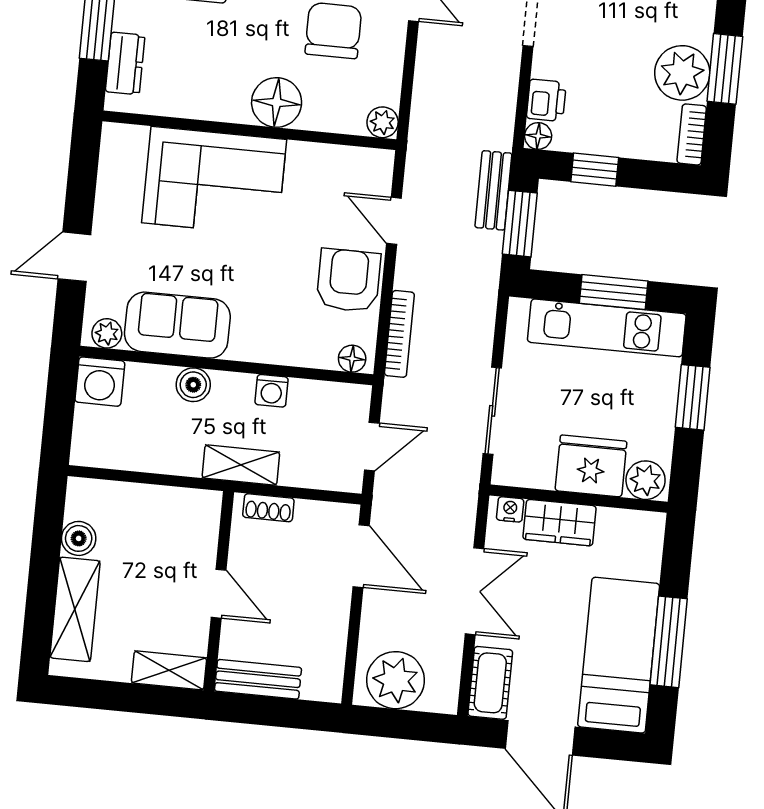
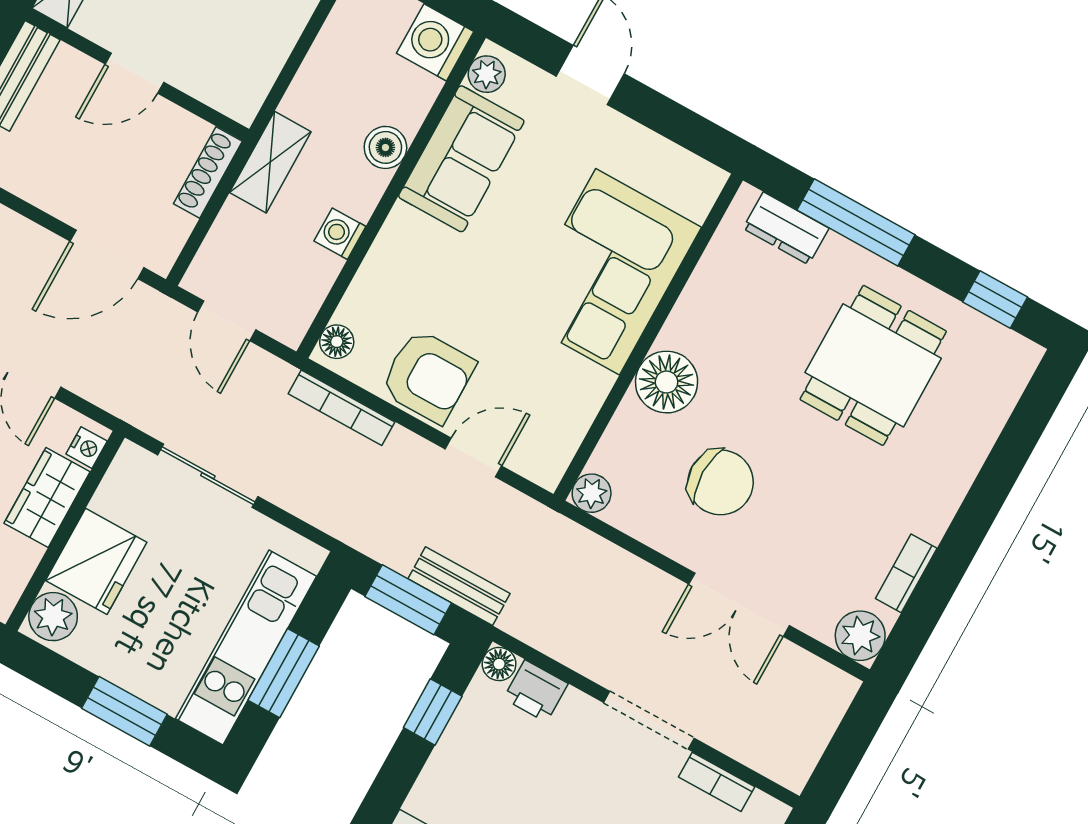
shoe rack: (268, 508) -> (208, 172), width x1.43

